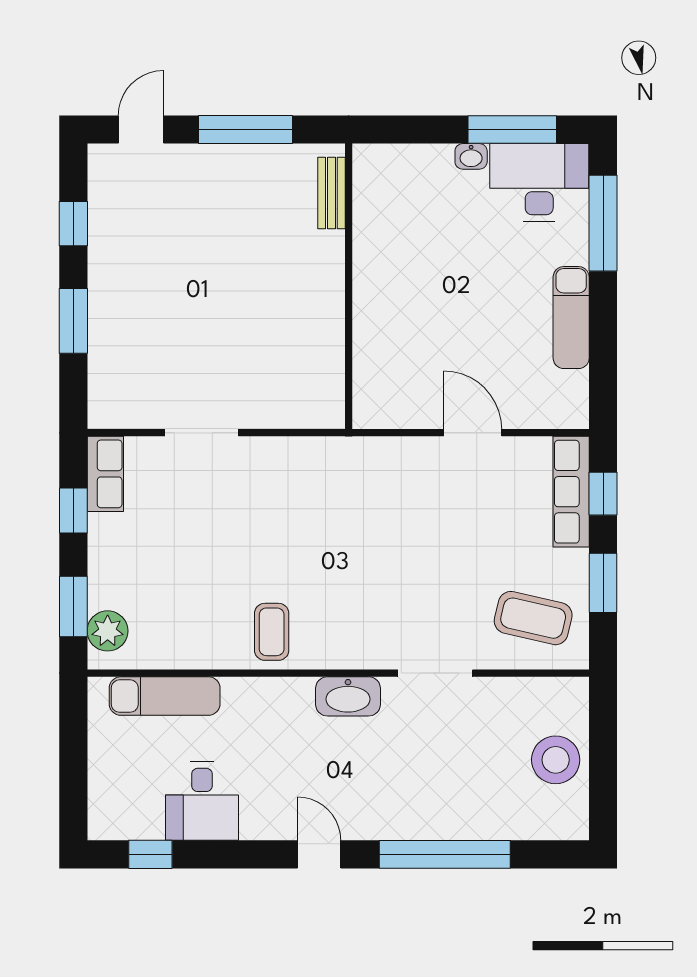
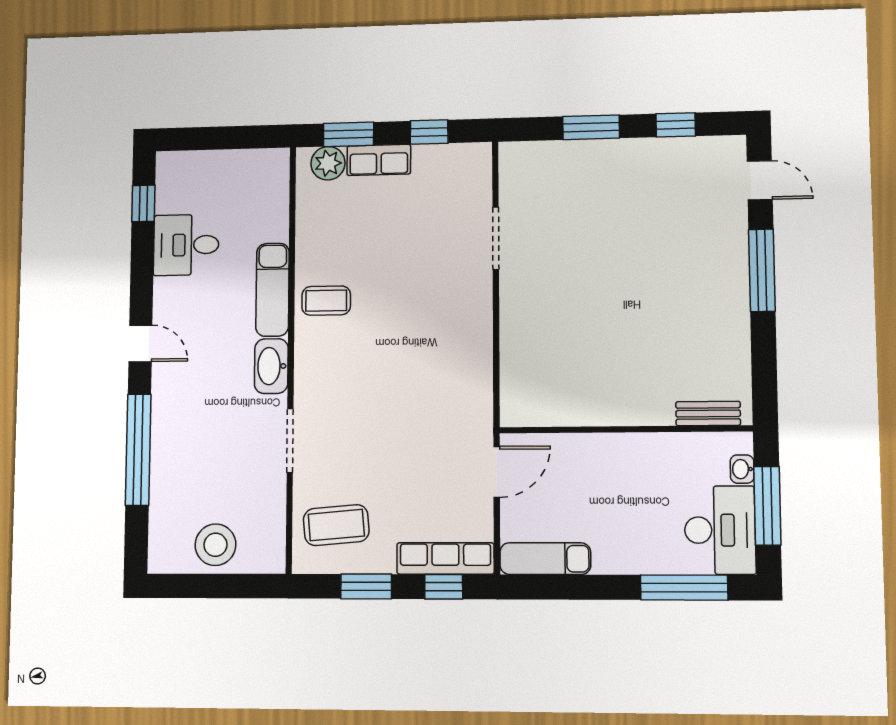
bench: (331, 193) -> (708, 413), moved
wall: (349, 286) -> (625, 429), moved
exam couch: (571, 318) -> (545, 559), moved
row of seats: (105, 474) -> (379, 160), moved
coffee table: (533, 618) -> (336, 525), turned 72
exam couch: (165, 696) -> (272, 290), moved
door: (319, 854) -> (140, 343), hinge flipped

